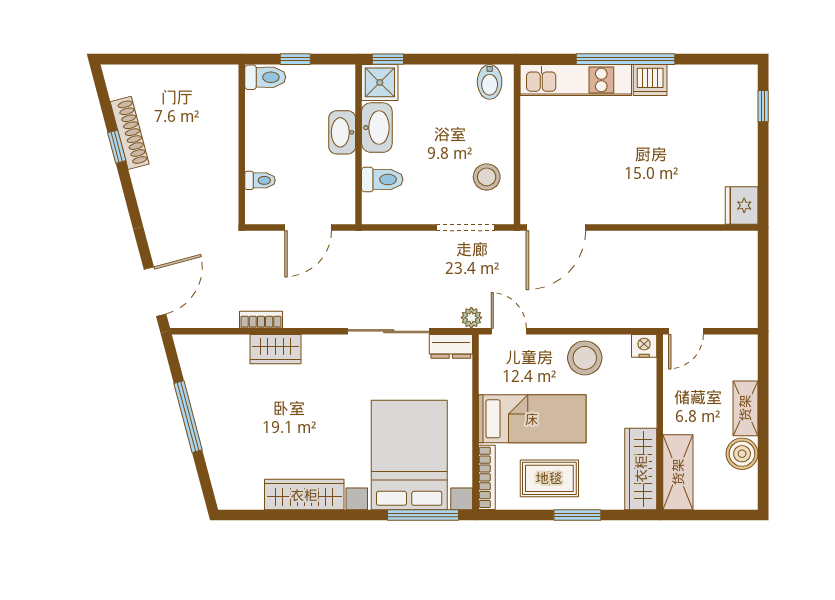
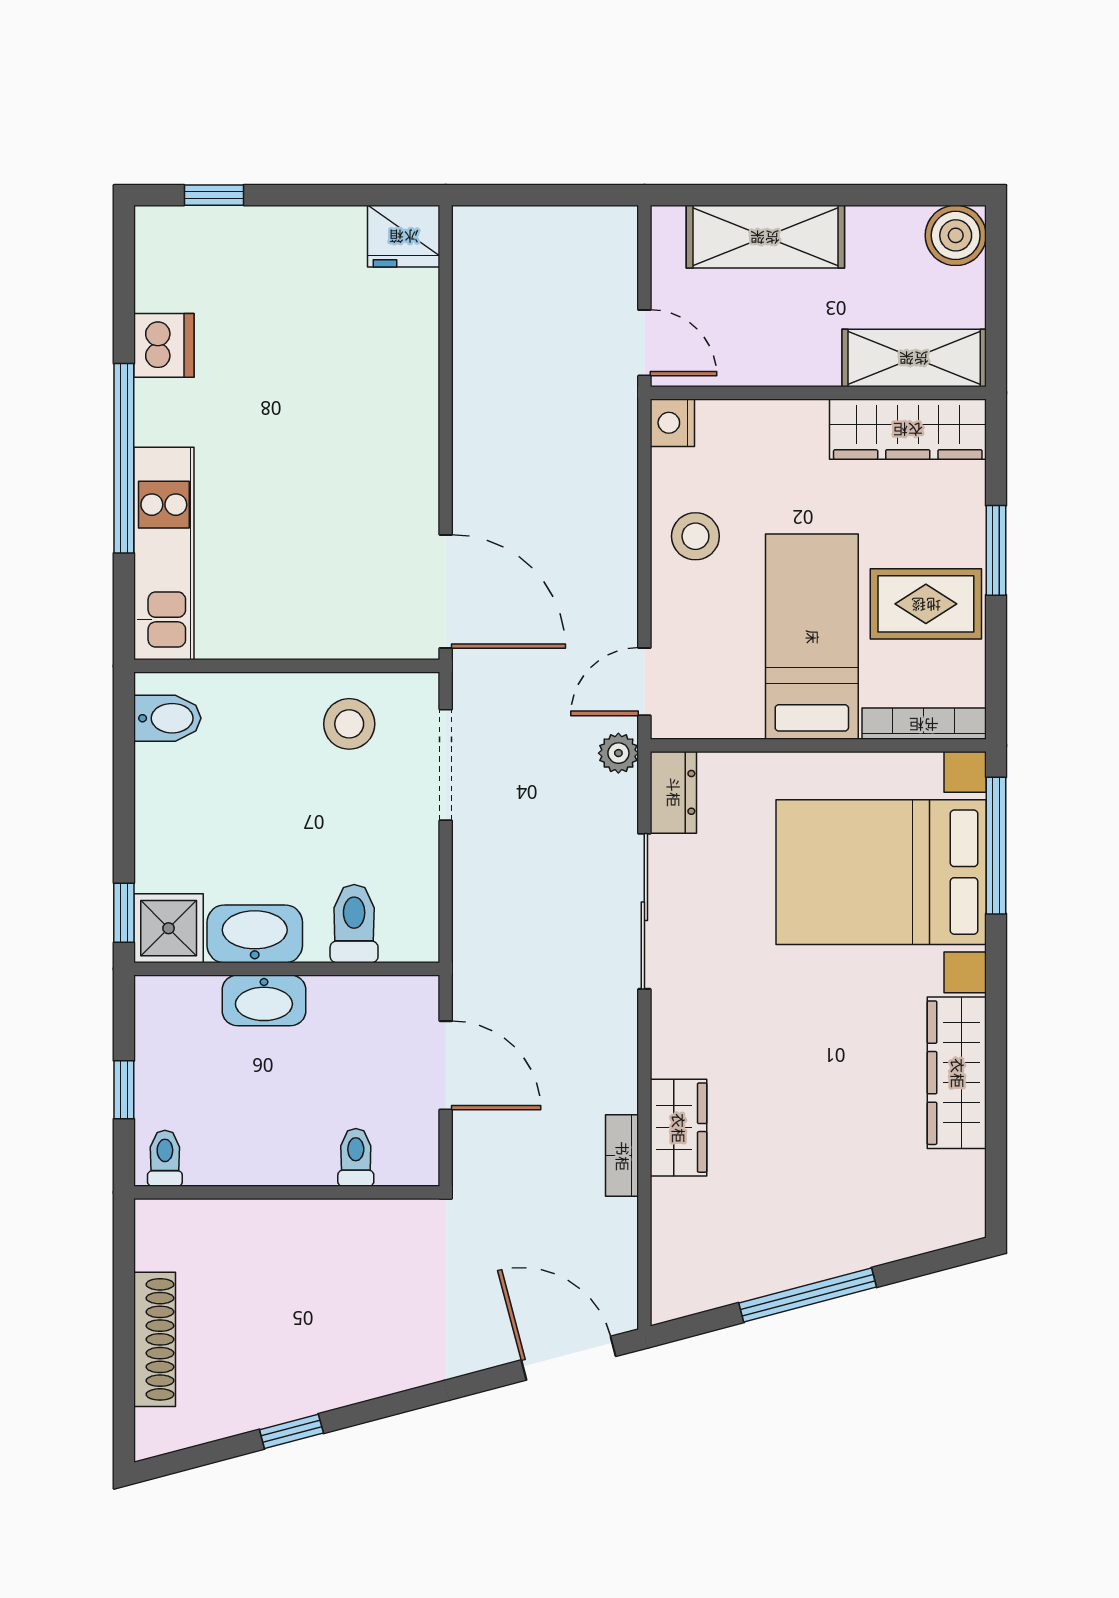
toilet: (265, 77) -> (165, 1158), width x0.73, depth x0.72
dishwasher: (650, 80) -> (164, 345), moved
shoe rack: (130, 133) -> (155, 1339), moved, turned 105
stool: (585, 358) -> (695, 536), width x0.73, depth x0.73
shelving: (745, 408) -> (765, 237), width x1.50, depth x1.33
boiler: (742, 454) -> (956, 235), moved
rug: (549, 478) -> (926, 604), turned 90

